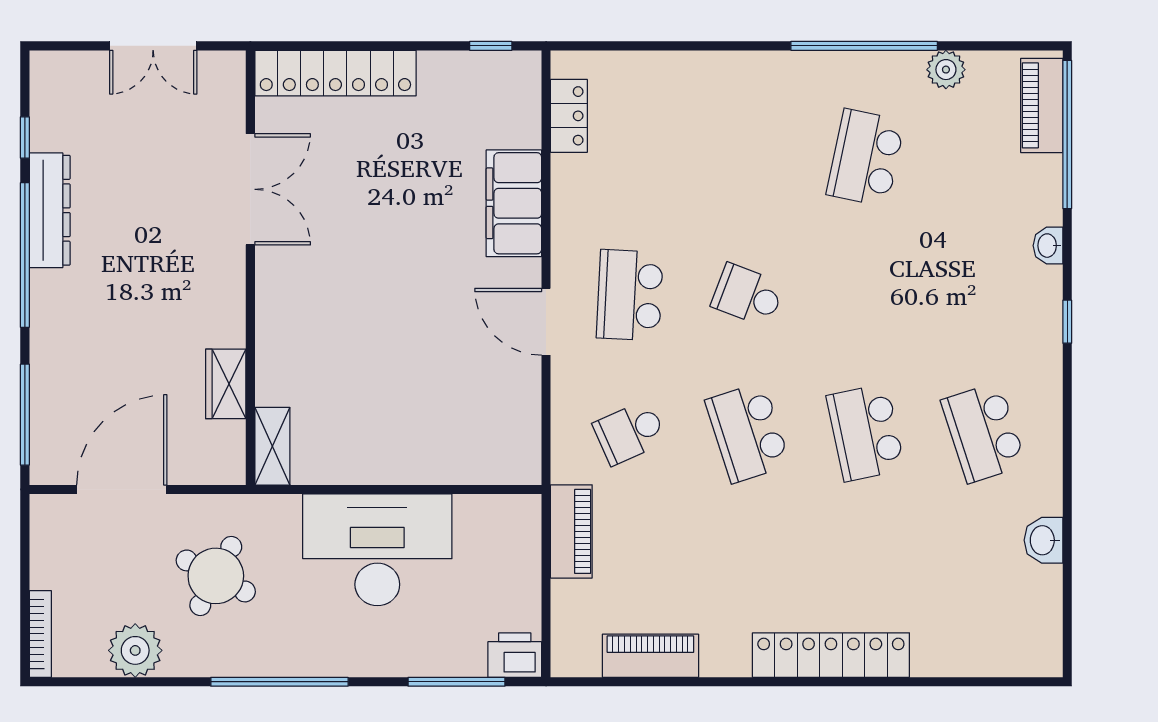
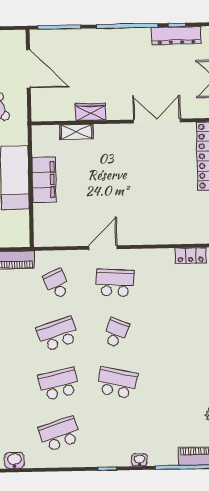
school desk: (866, 158) -> (117, 383), moved
double door: (250, 189) -> (157, 121), swing flipped
filing cabinet: (514, 203) -> (44, 180), moved, turned 90
dresser: (50, 210) -> (176, 35), moved
wardrobe: (226, 384) -> (91, 112), moved
shelving: (272, 446) -> (76, 132), moved

